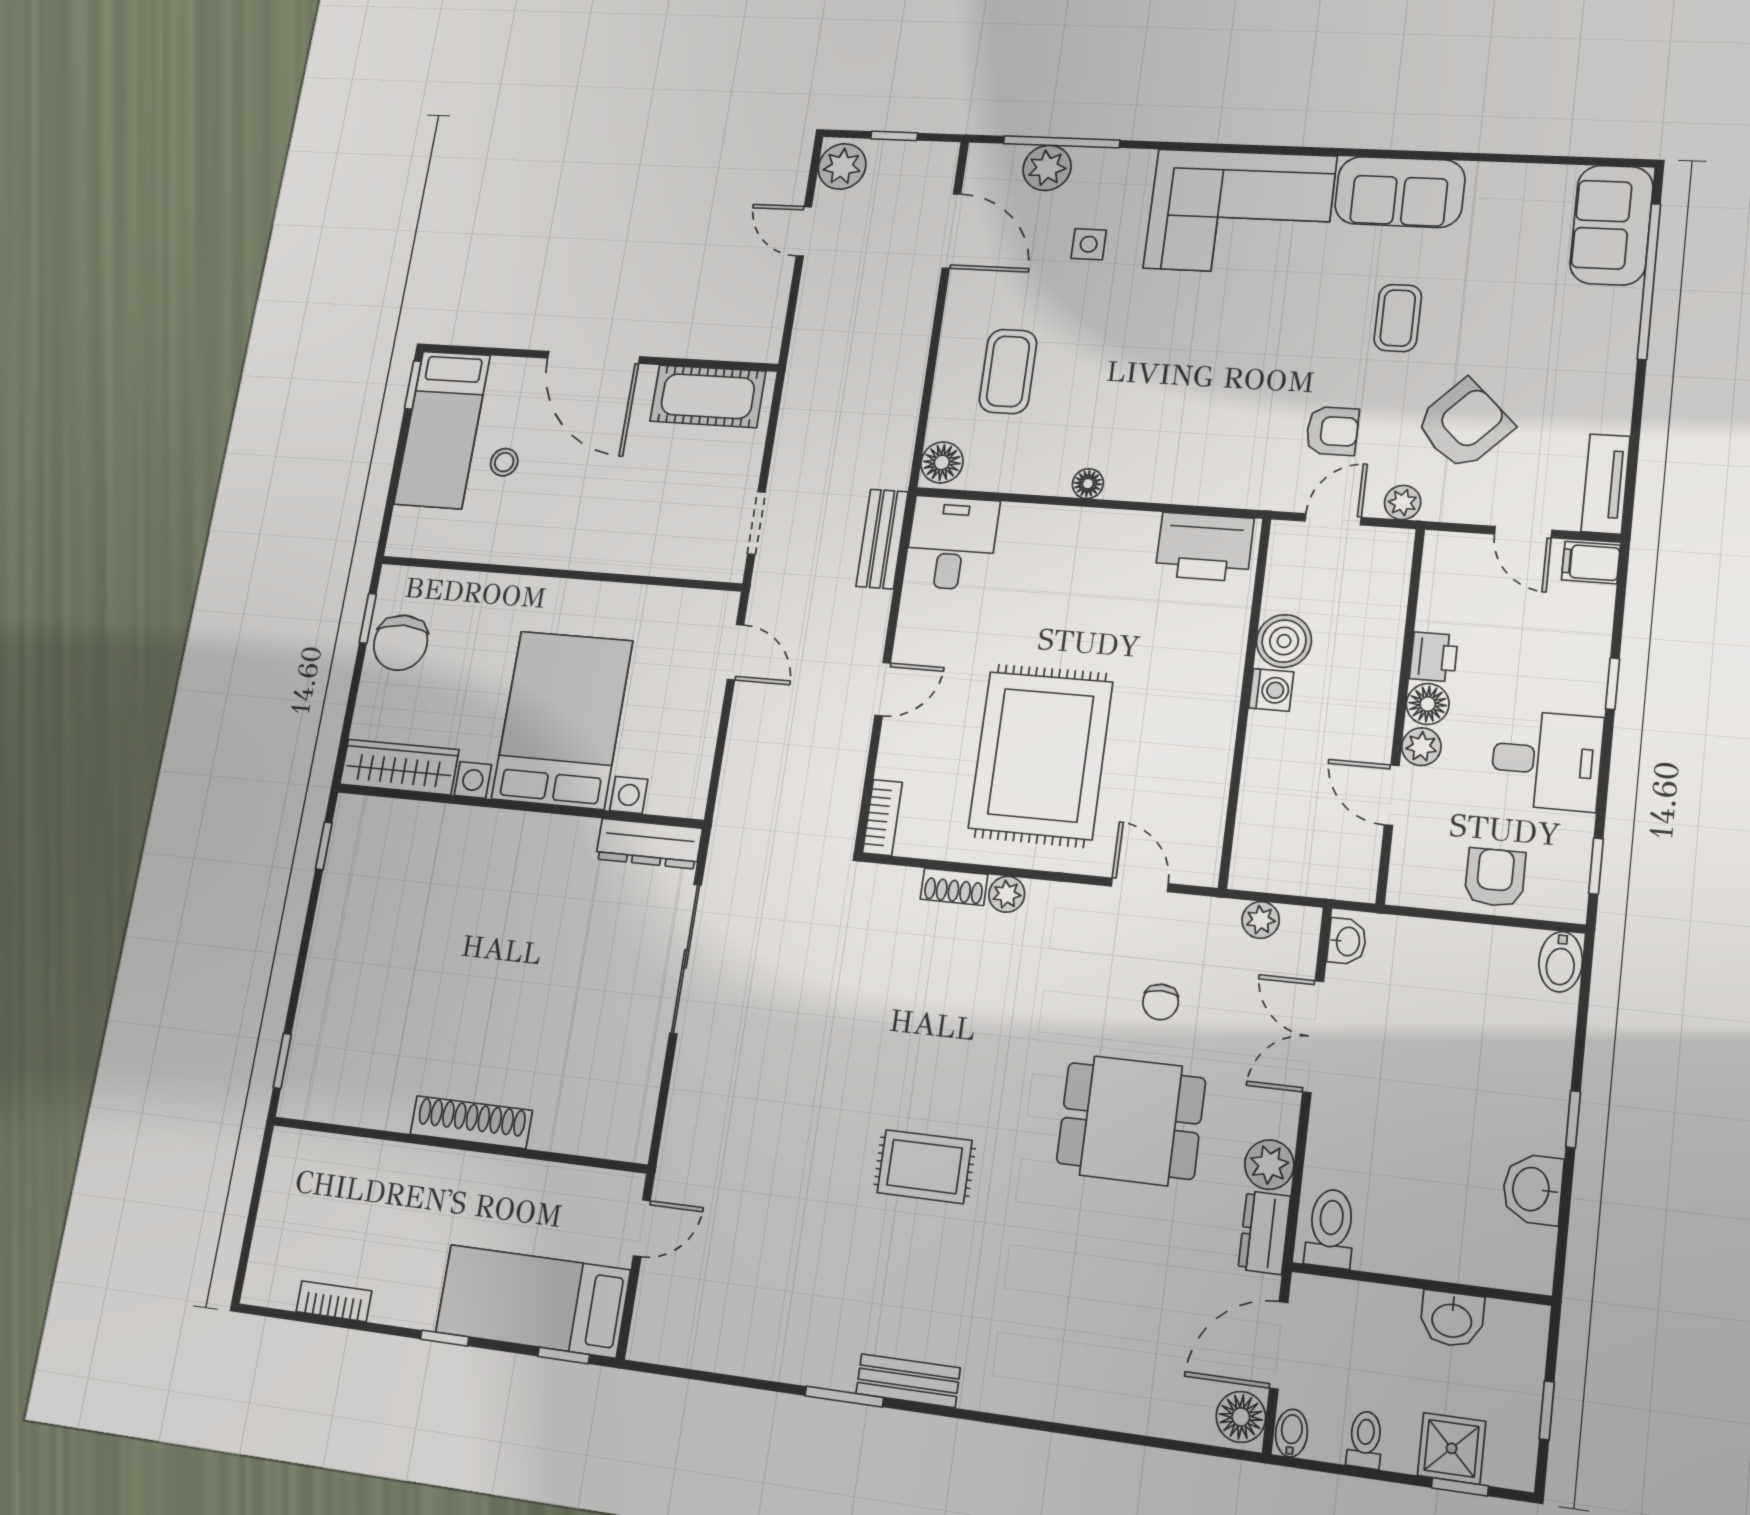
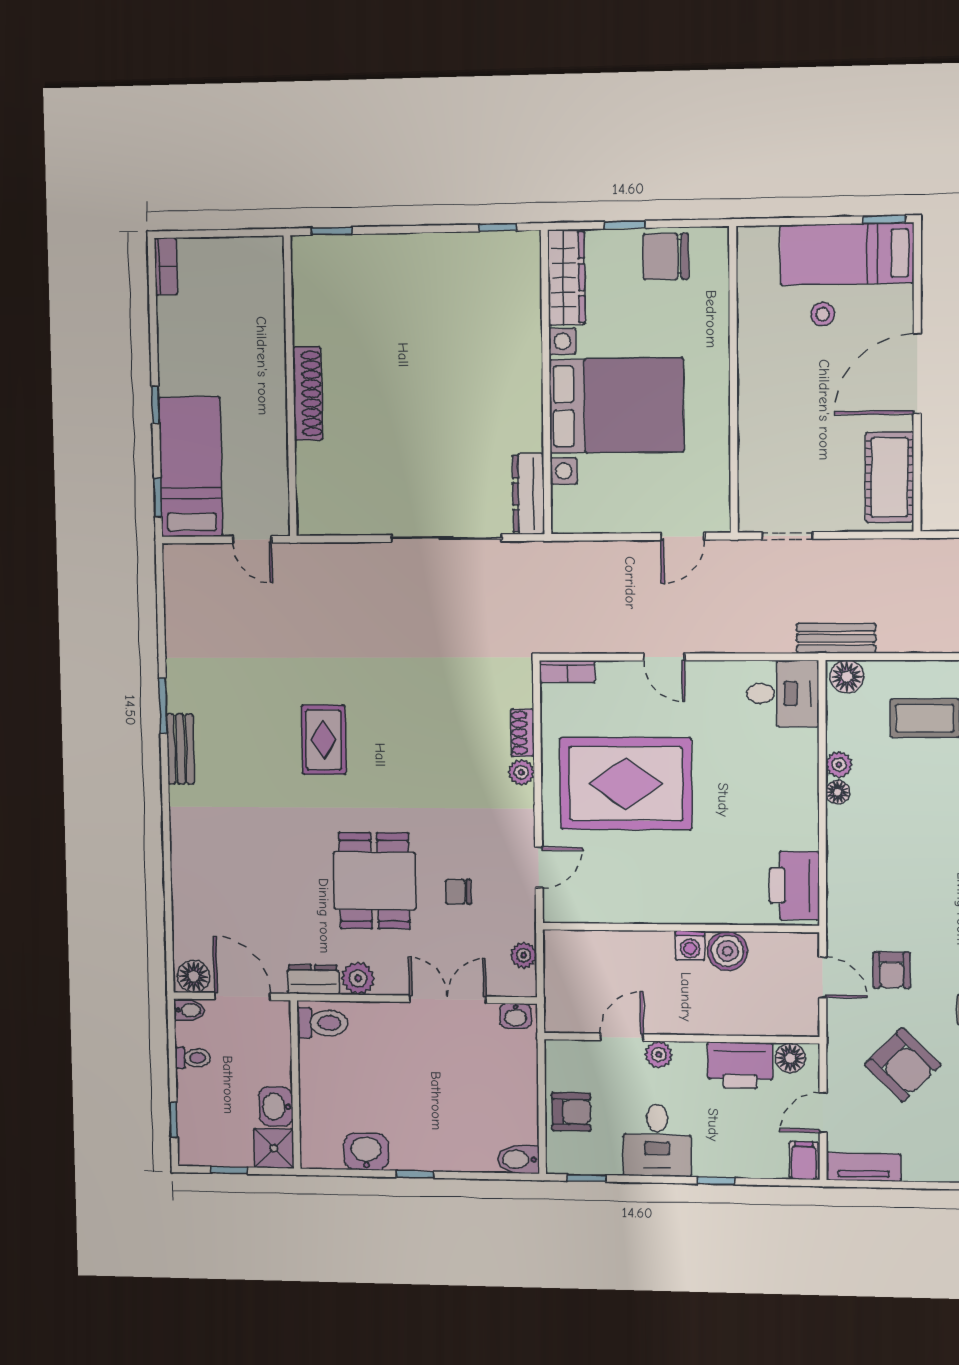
plant: (1403, 502) -> (839, 765), moved
bench: (882, 539) -> (836, 638), moved
window: (368, 618) -> (625, 225), moved
printer: (1434, 657) -> (740, 1065), width x1.87, depth x1.48
floor lamp: (1428, 704) -> (790, 1058), moved
bookcase: (334, 1301) -> (166, 267), moved
shower: (1452, 1448) -> (274, 1148), moved

